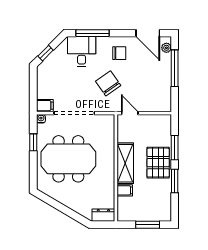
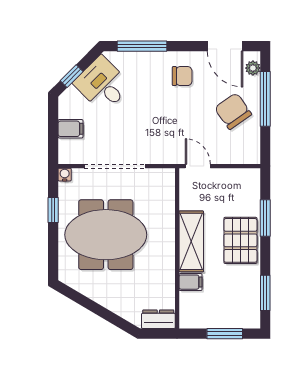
desk: (82, 52) -> (102, 84), moved, turned -45
chair: (108, 83) -> (233, 111), moved
filing cabinet: (45, 106) -> (71, 129), moved
window: (175, 181) -> (265, 293), moved

